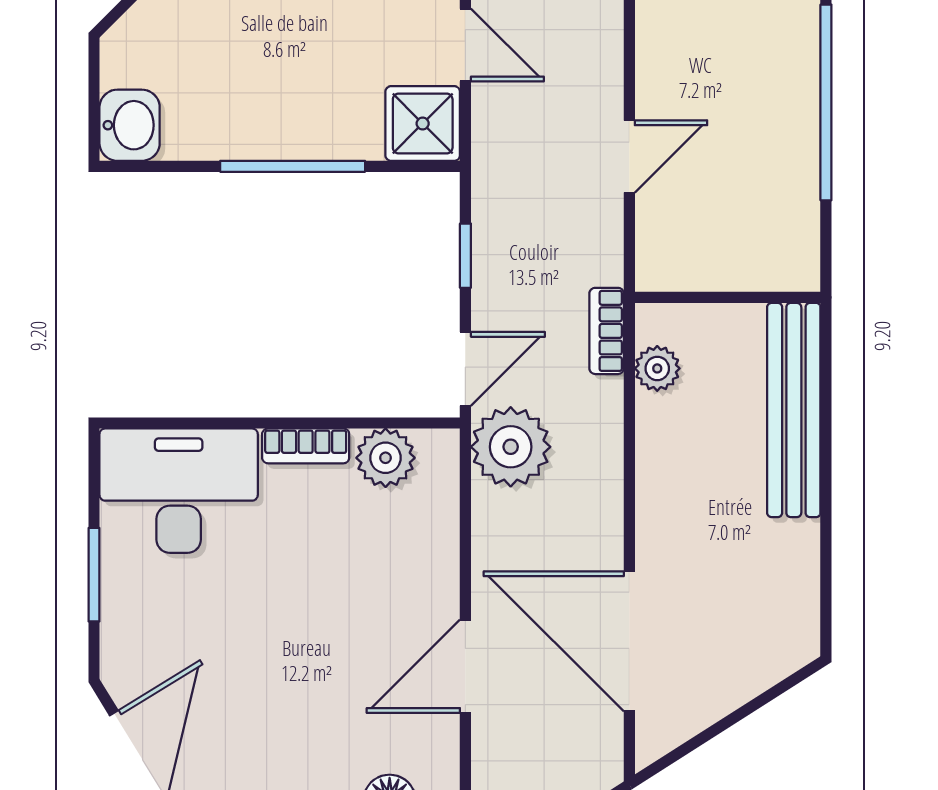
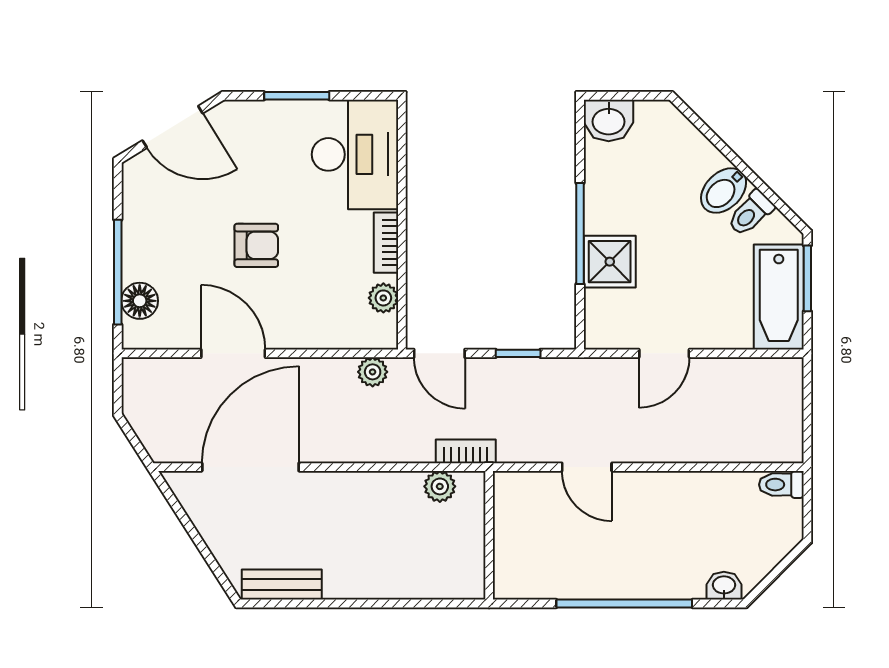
shower: (423, 123) -> (610, 262), moved
bench: (794, 410) -> (282, 584), moved, width x0.54, depth x0.82
plant: (511, 447) -> (373, 372), width x0.53, depth x0.53
plant: (386, 458) -> (383, 298), width x0.73, depth x0.73
armchair: (310, 633) -> (256, 245), added

